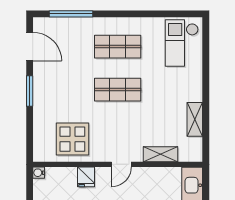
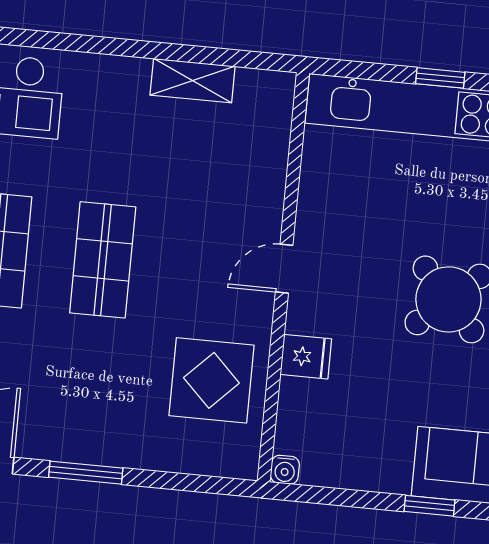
shelving: (161, 154) -> (269, 172), removed
door: (121, 164) -> (284, 269), swing flipped

